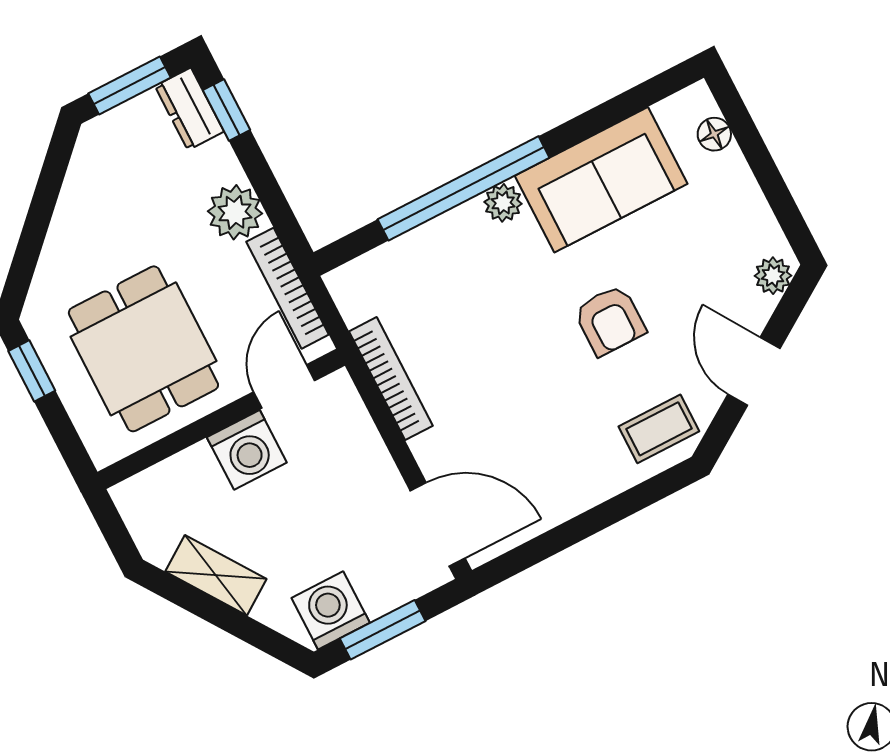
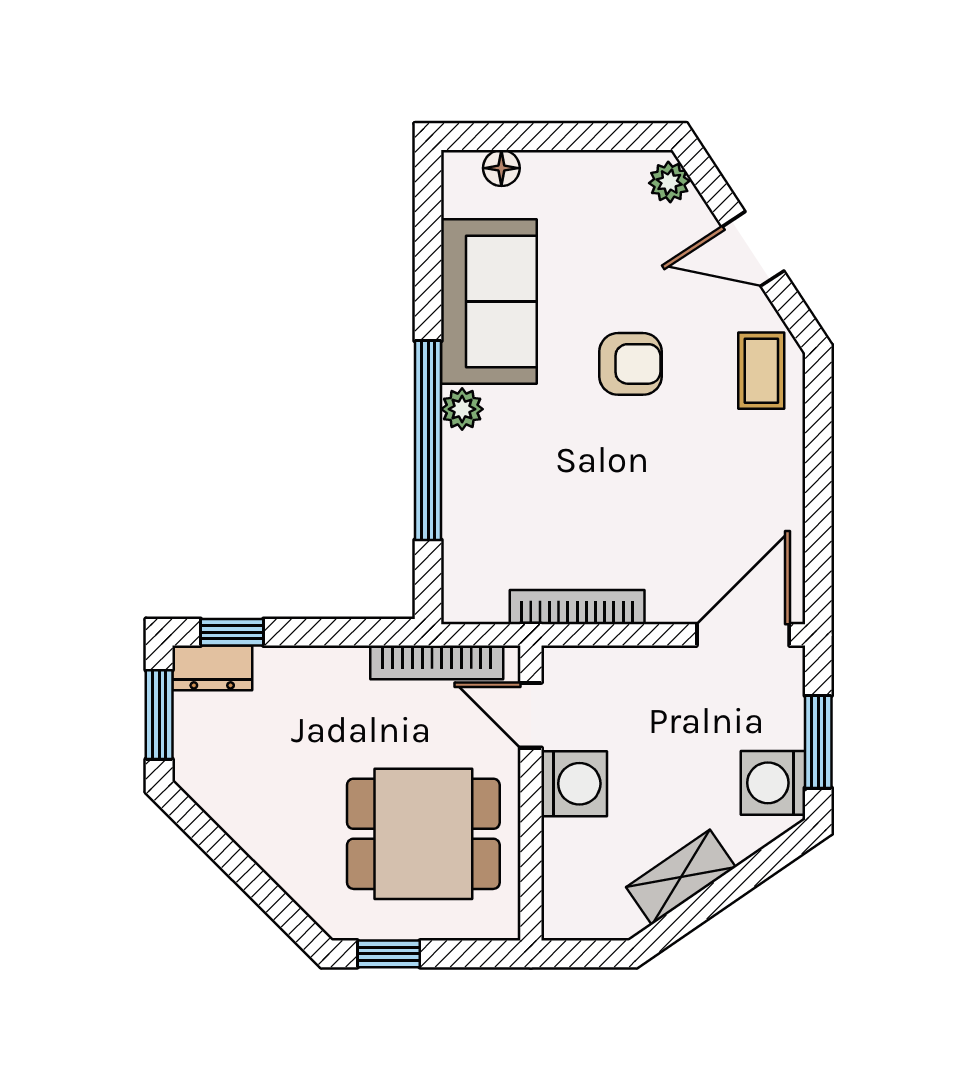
plant: (235, 212) -> (336, 676), removed

